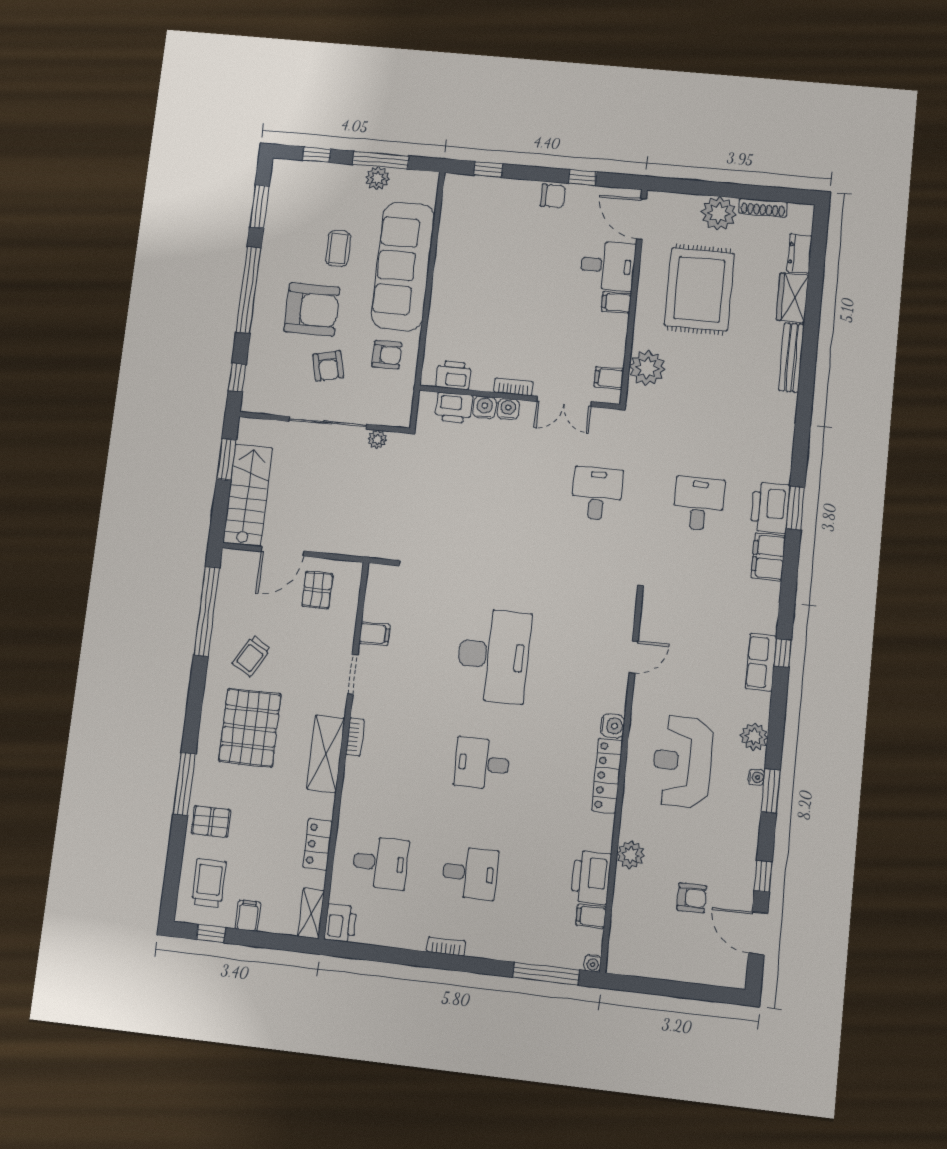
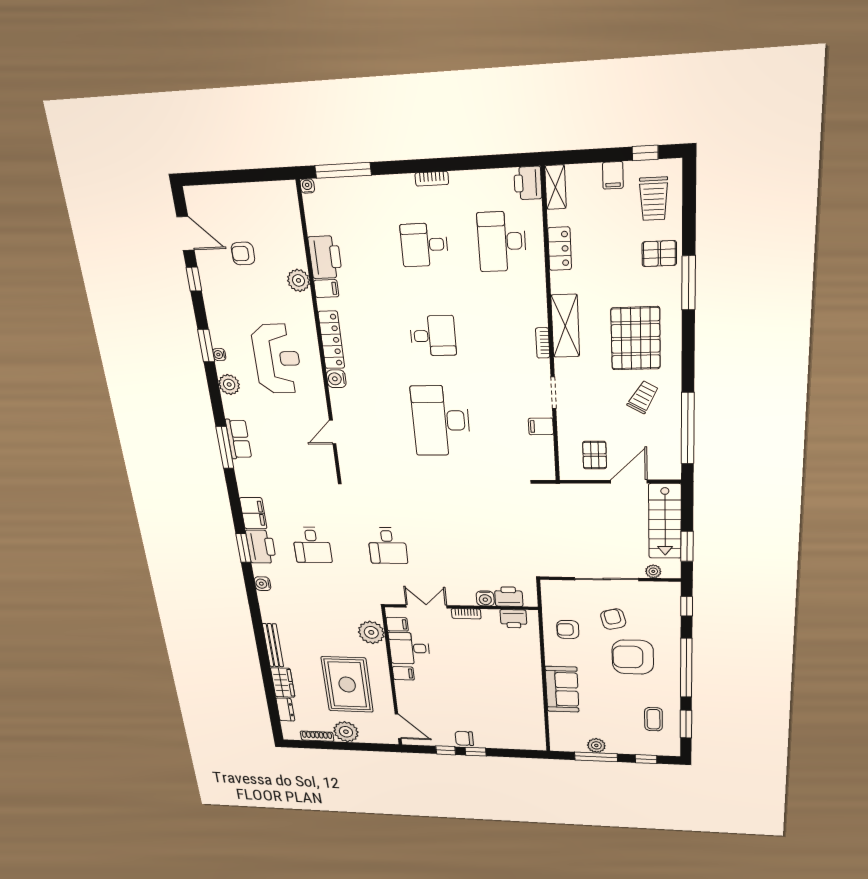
window: (488, 169) -> (476, 752), moved
coffee table: (338, 248) -> (653, 719), moved
sofa: (403, 266) -> (562, 689), width x0.54, depth x0.79
desk: (608, 266) -> (409, 648), moved
water cooler: (508, 409) -> (263, 584), moved, turned 90
plant: (377, 439) -> (653, 571), moved
window: (783, 653) -> (225, 447), width x2.17
desk: (381, 863) -> (502, 241), width x1.37
filing cabinet: (591, 916) -> (326, 289), moved

